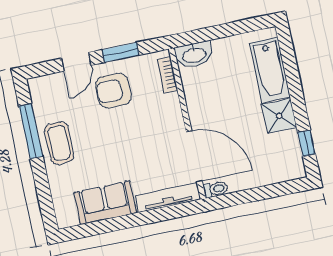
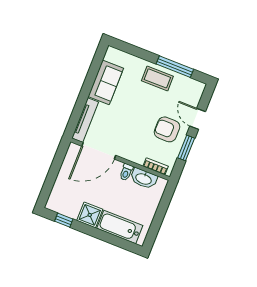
washbasin: (194, 55) -> (144, 179), moved, turned -90
armchair: (113, 91) -> (167, 129), turned -90
toilet: (216, 189) -> (126, 172), moved

